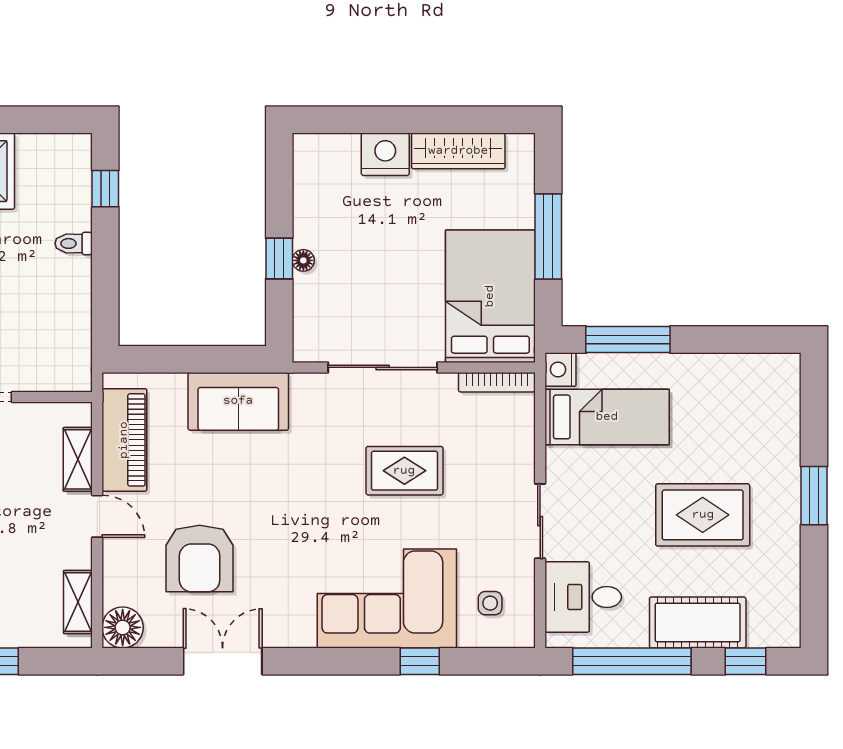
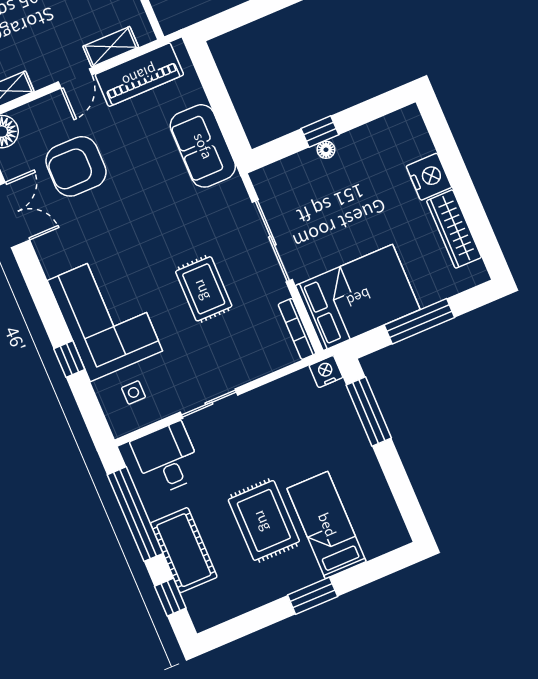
bed: (607, 417) -> (327, 525), moved, turned 180

